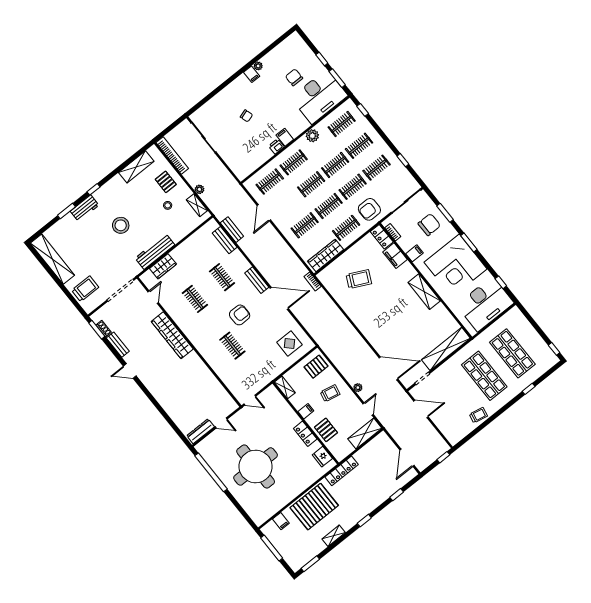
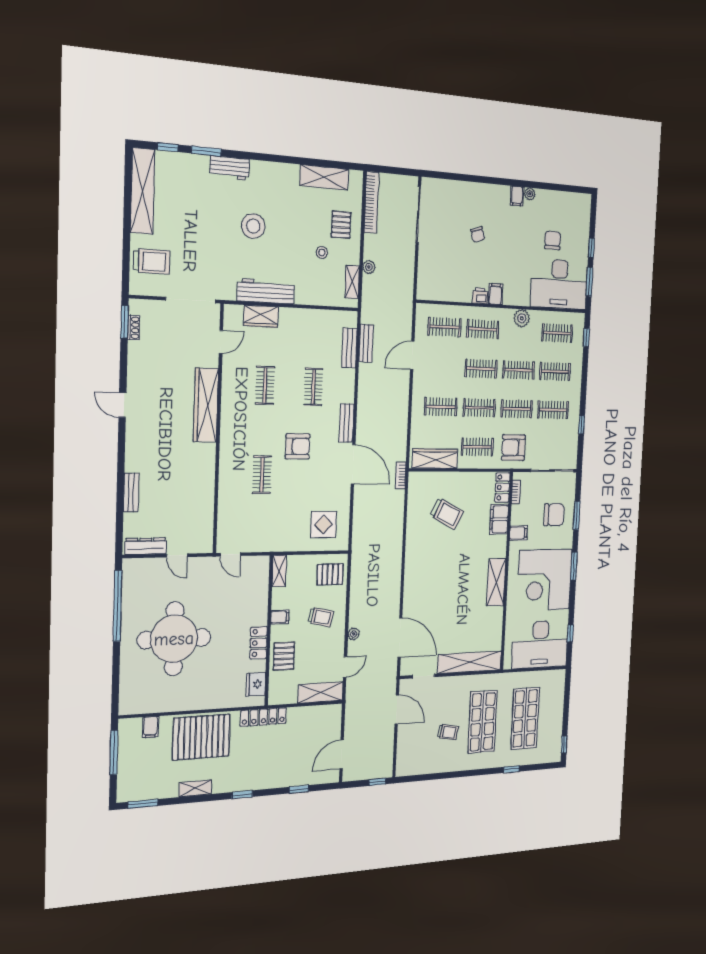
window: (94, 189) -> (168, 147), moved
bench: (118, 345) -> (131, 492), moved
trolley: (478, 415) -> (448, 732), moved

